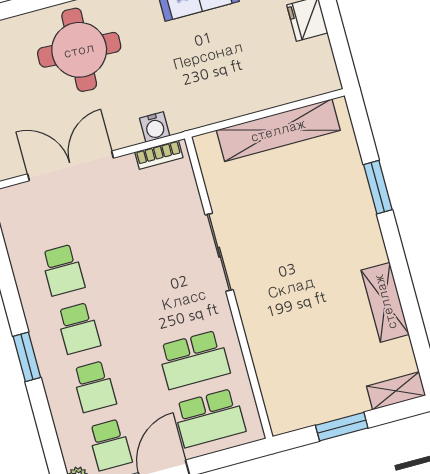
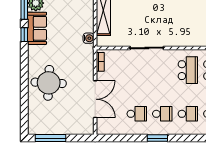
water cooler: (155, 127) -> (89, 38), moved
double door: (71, 166) -> (95, 99), swing flipped
window: (27, 357) -> (157, 138), moved

